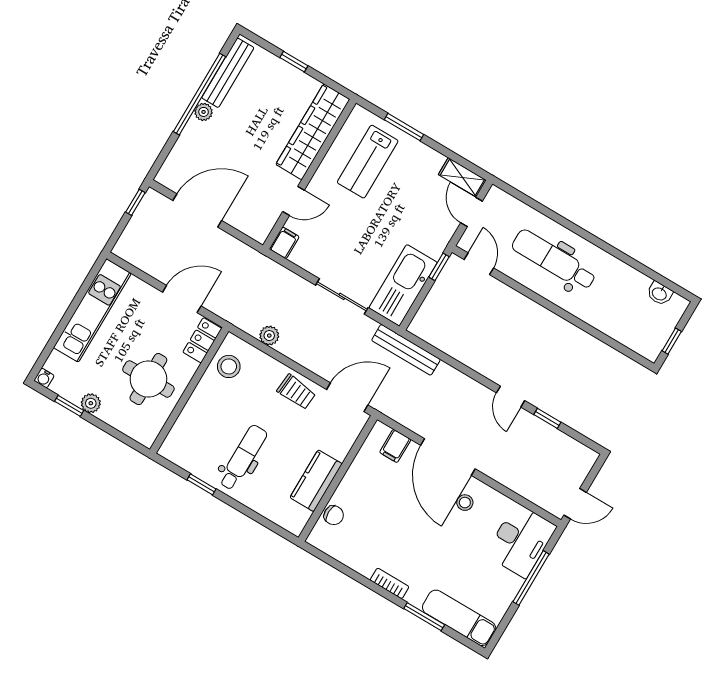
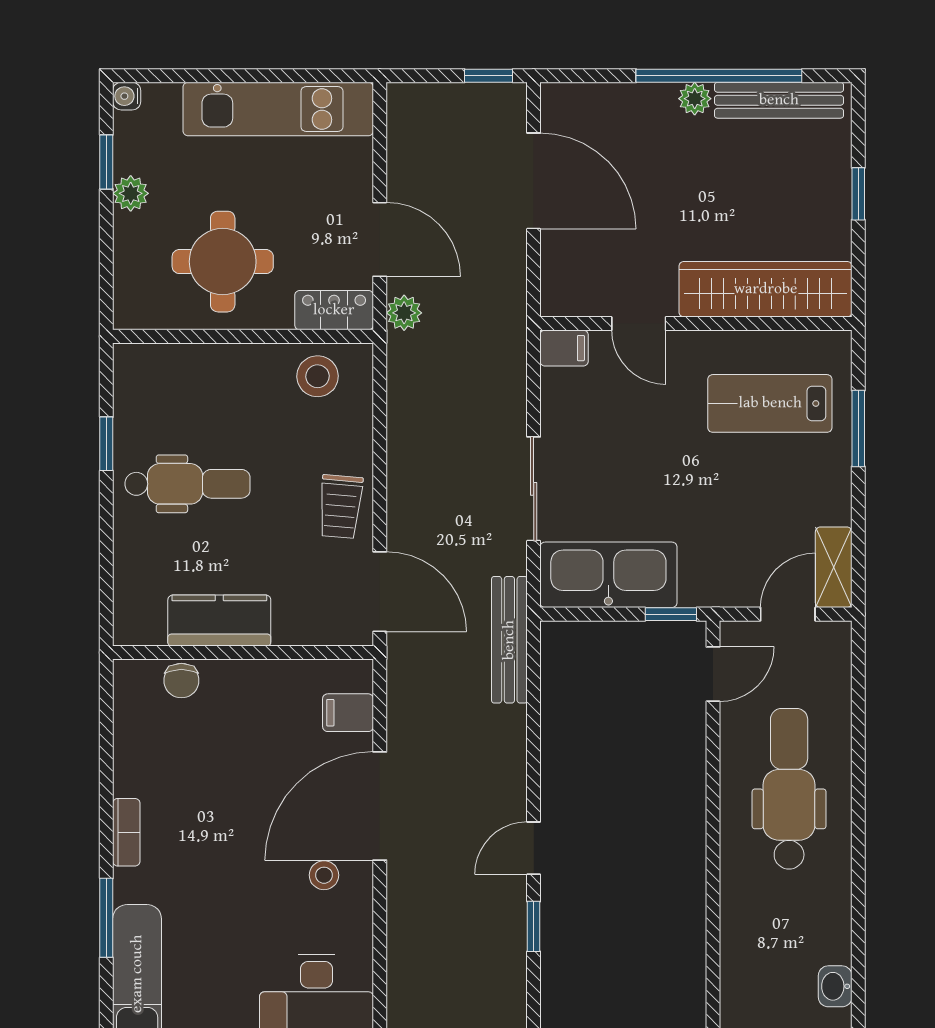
plant: (269, 336) -> (404, 313), moved

